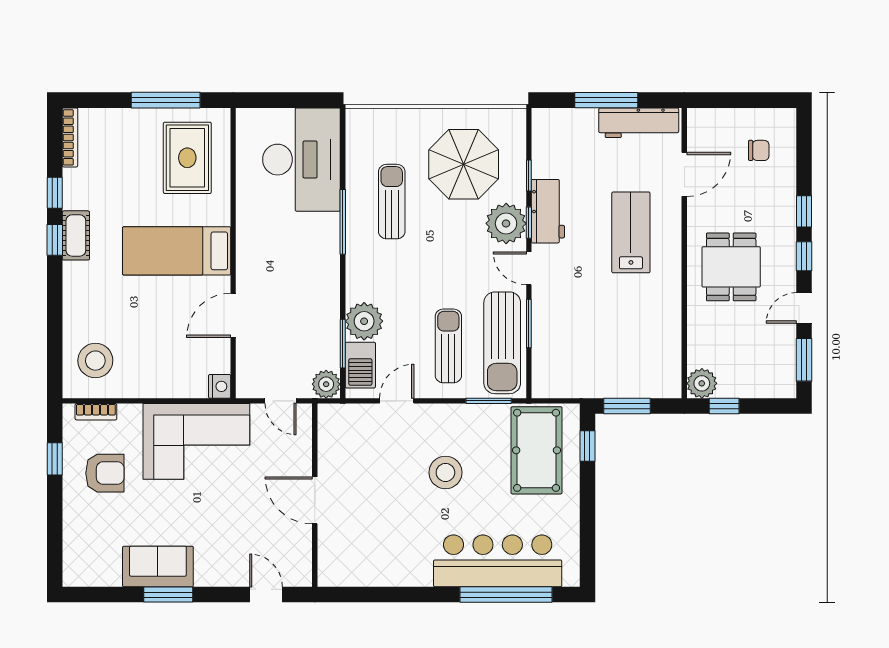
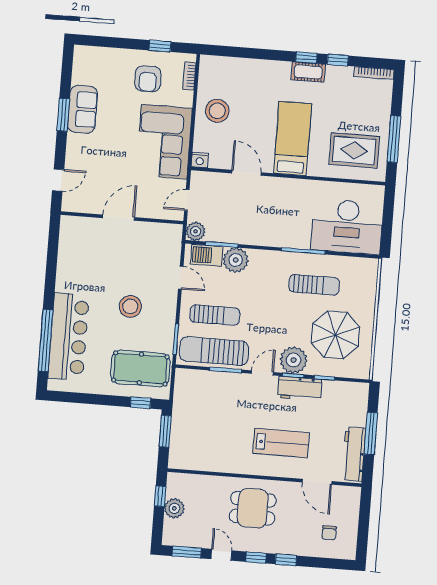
stool: (95, 361) -> (217, 111), moved
plant: (702, 383) -> (174, 508), moved

